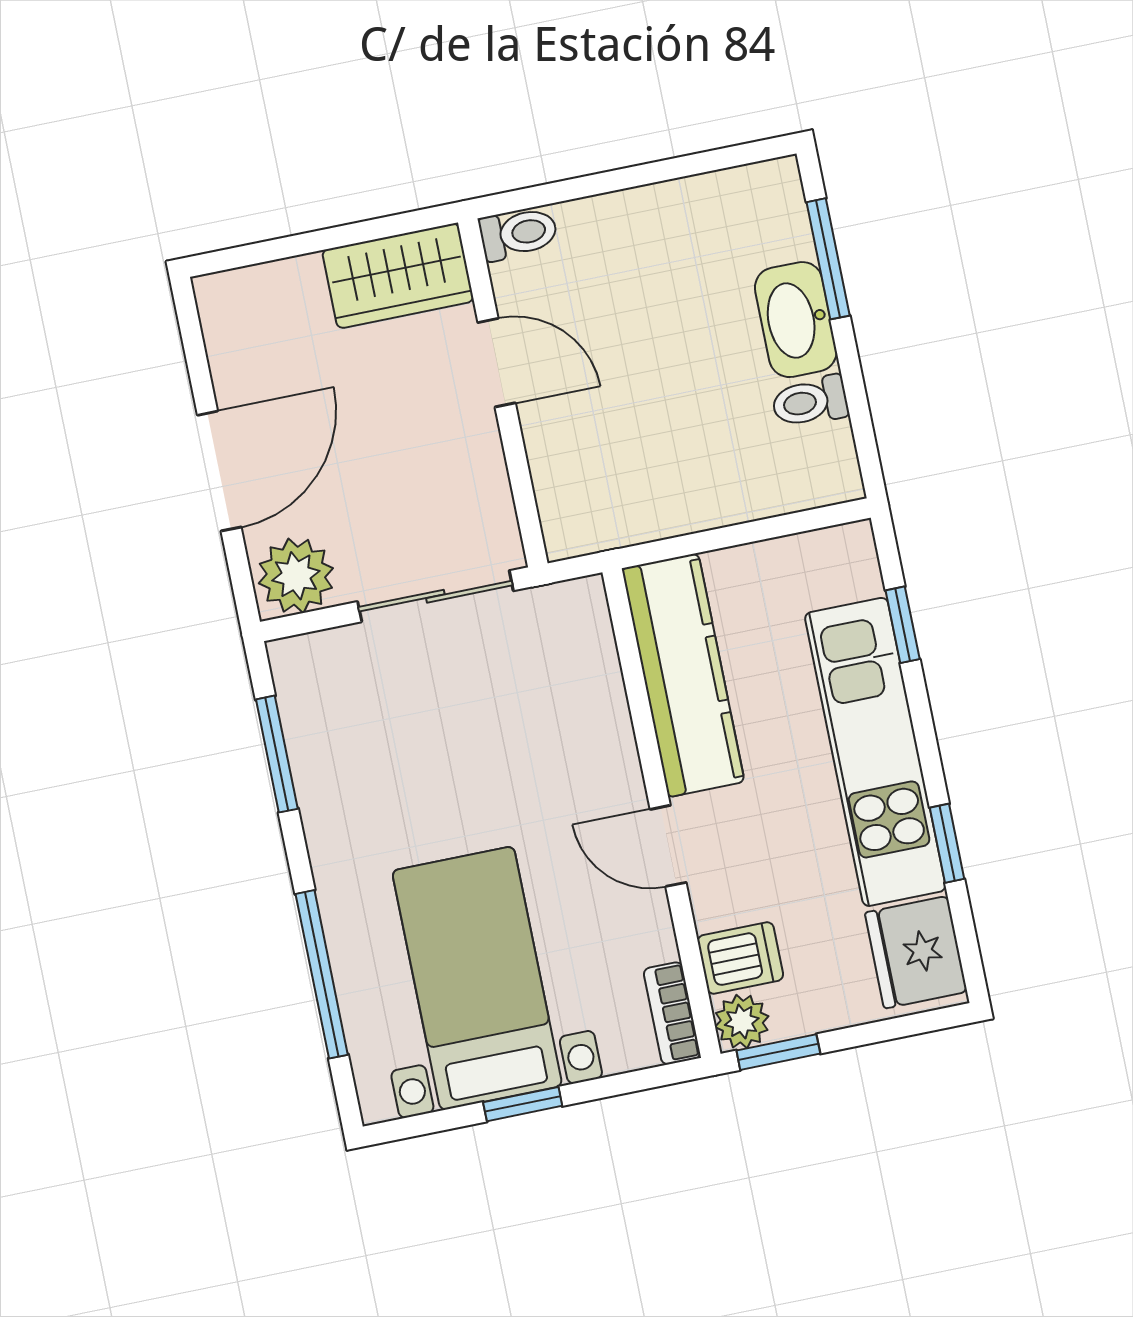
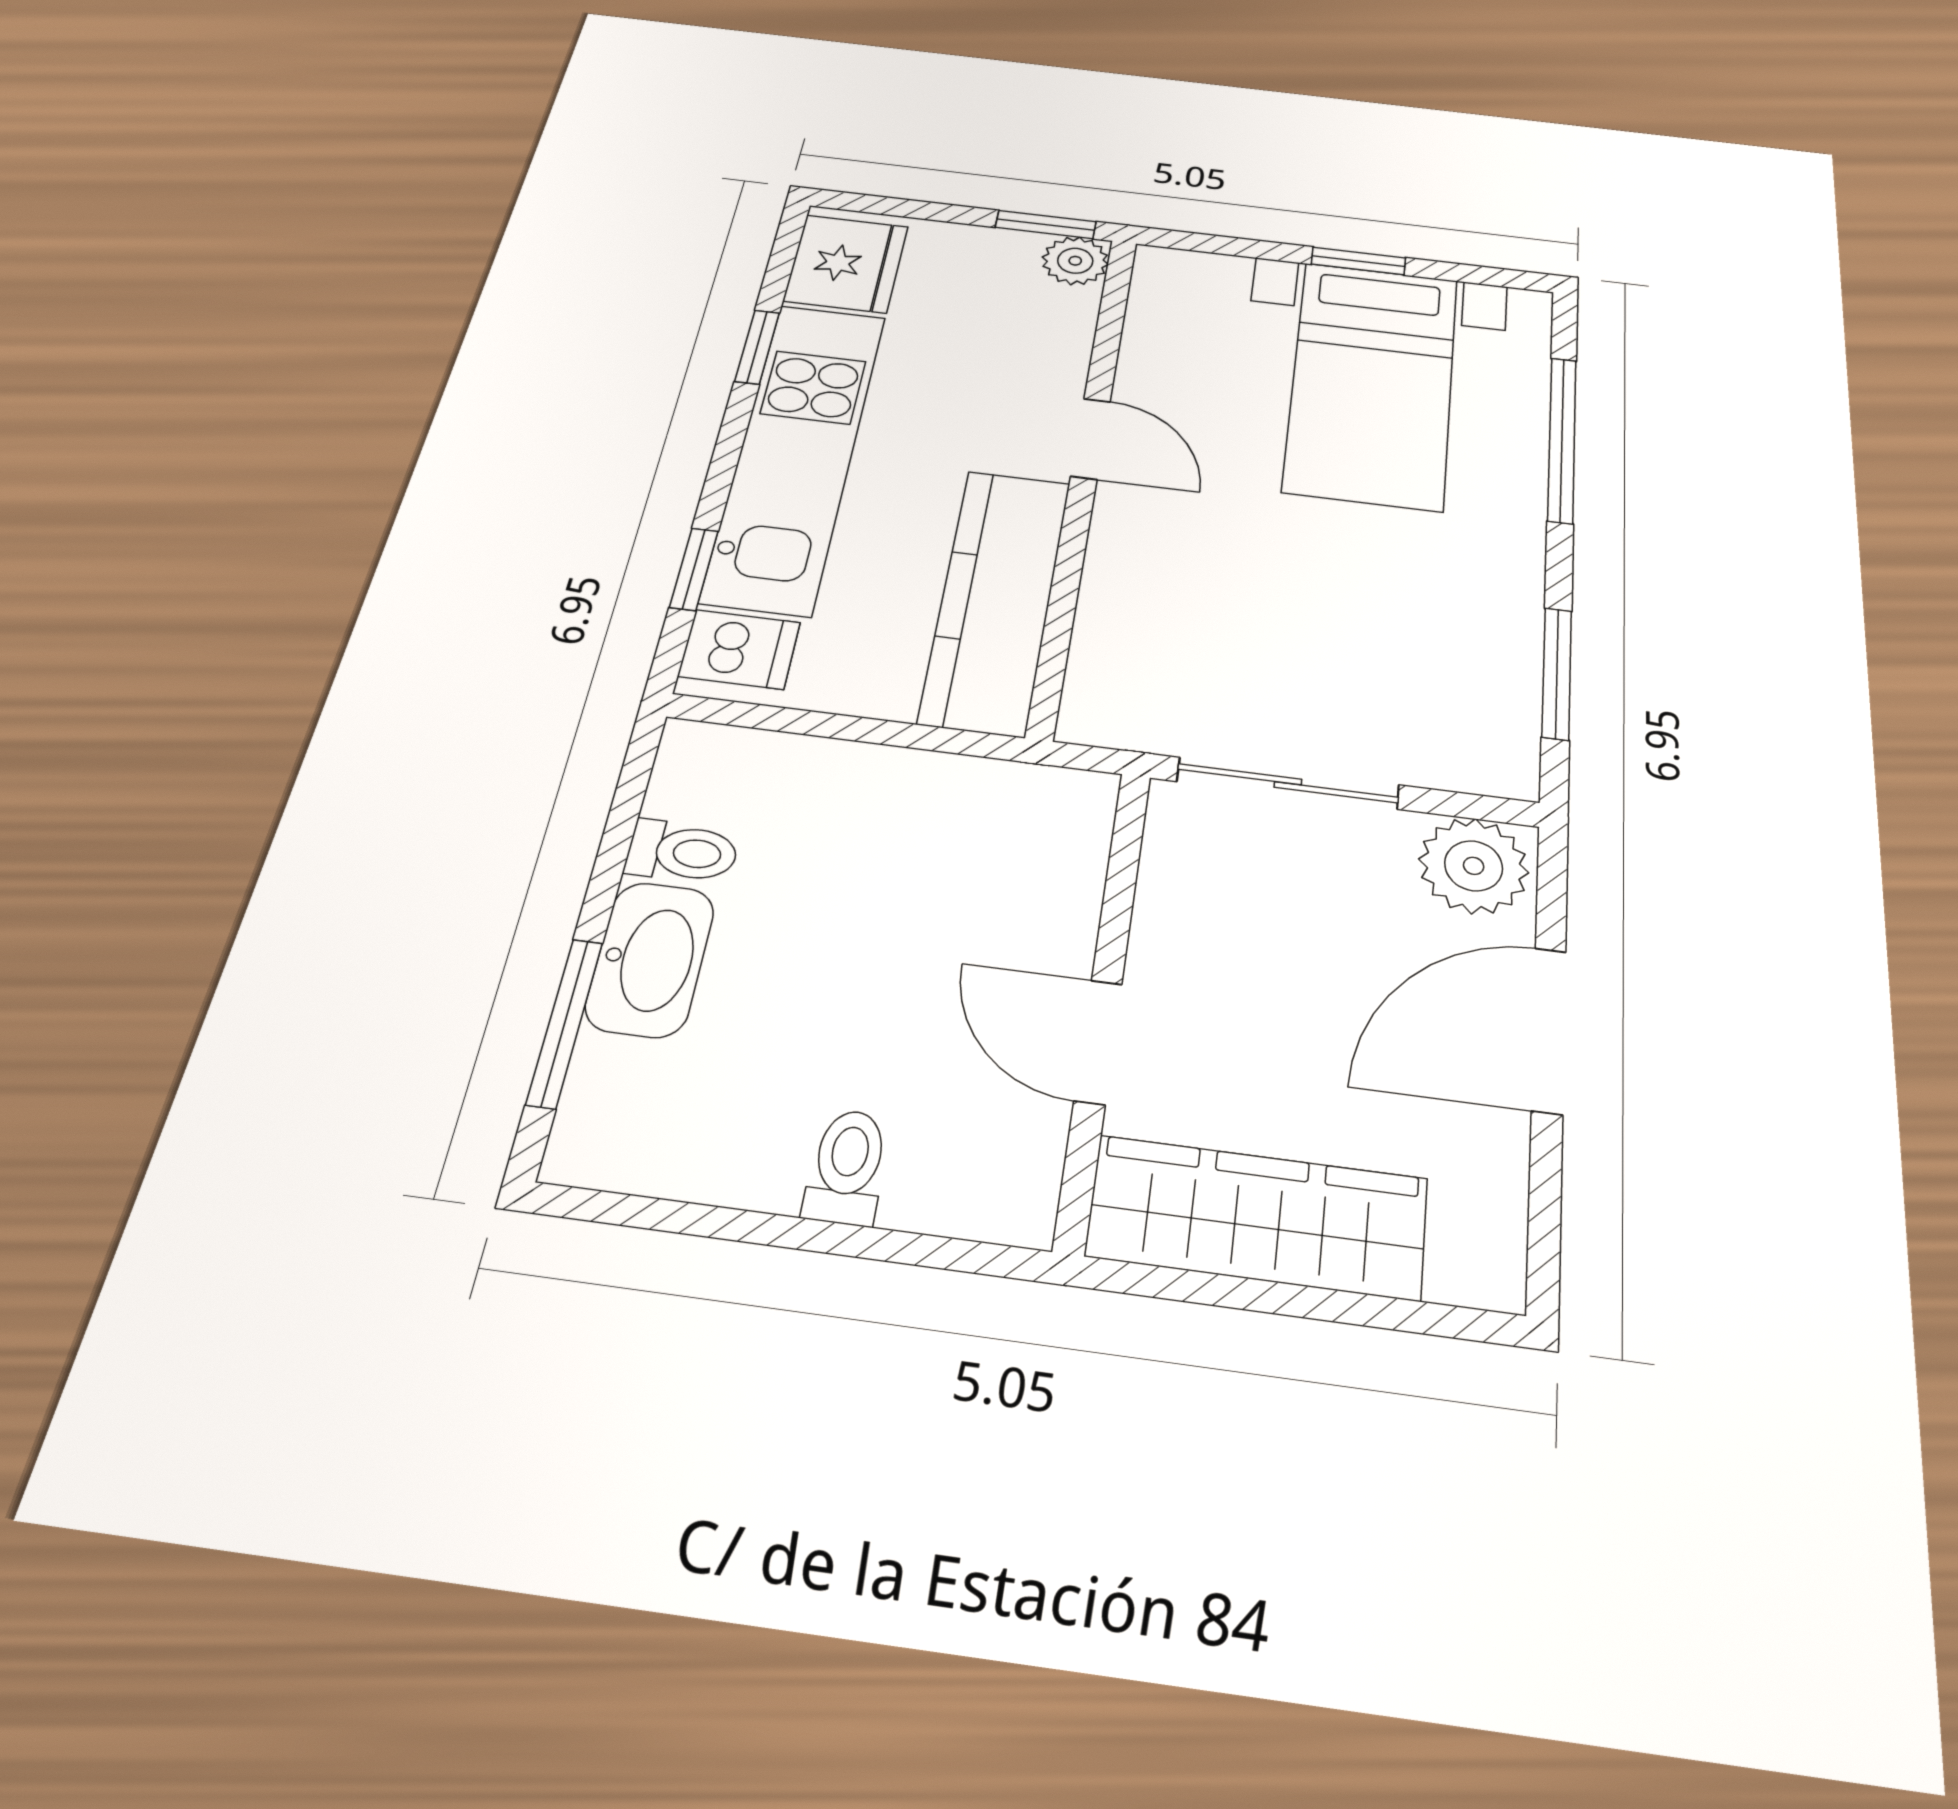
toilet: (518, 233) -> (847, 1167), moved, turned 90
wardrobe: (398, 276) -> (1258, 1217), width x1.50
dishwasher: (740, 958) -> (739, 649), moved, turned 180
bookcase: (672, 1013) -> (1153, 290), removed

